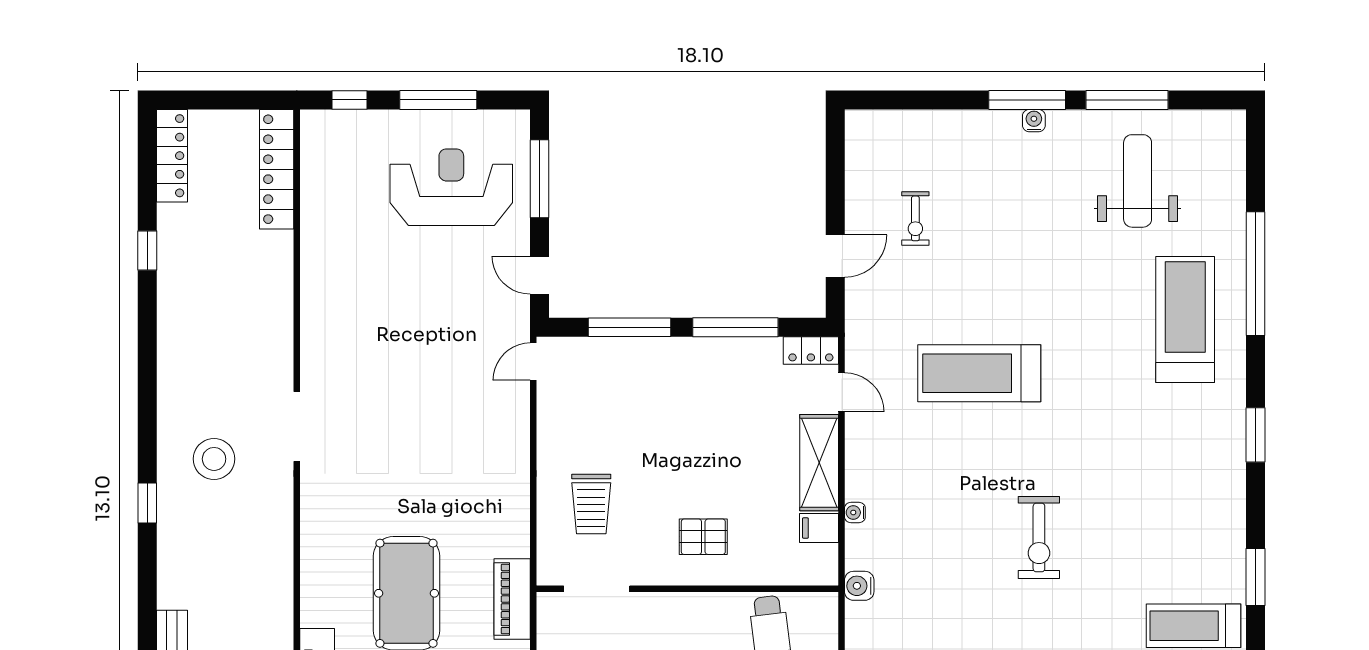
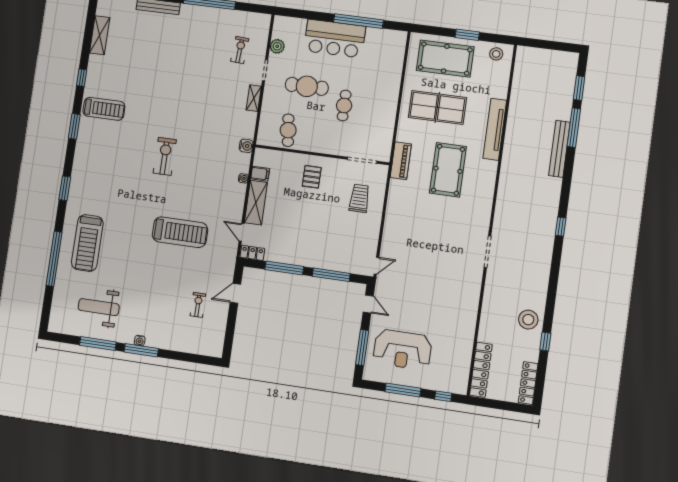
weight bench: (1138, 181) -> (99, 307), turned 90
stool: (214, 459) -> (528, 320), moved
pallet: (703, 537) -> (312, 177), turned 90

